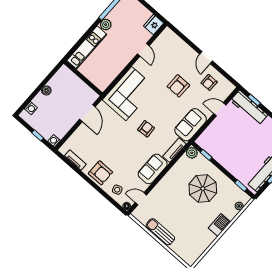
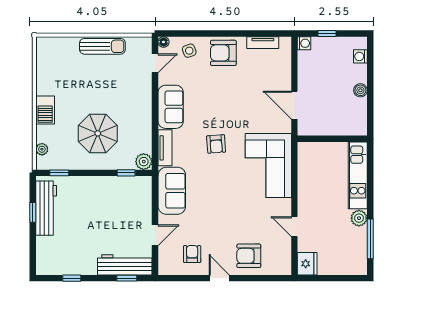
armchair: (178, 86) -> (249, 256), moved, turned -90

